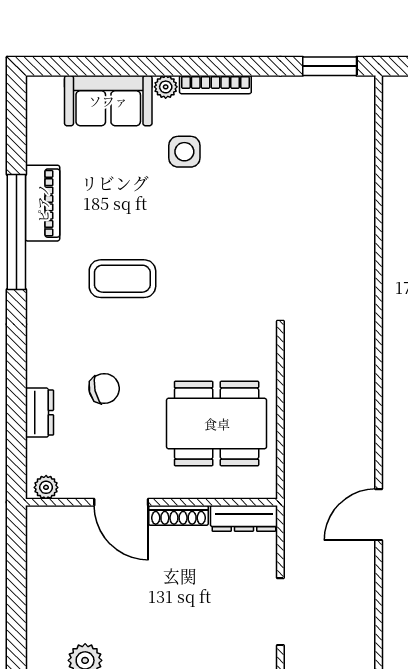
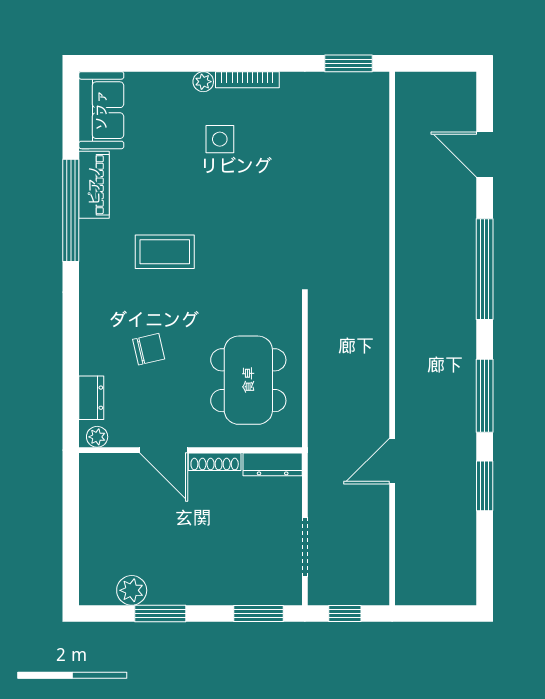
sofa: (108, 101) -> (101, 110), moved, turned -90
dresser: (39, 413) -> (91, 398), moved
dining table: (217, 424) -> (248, 380), turned 90

